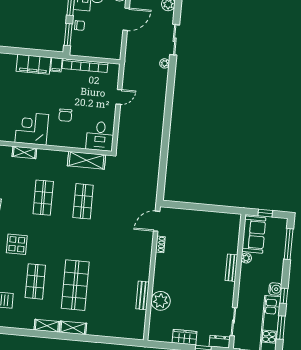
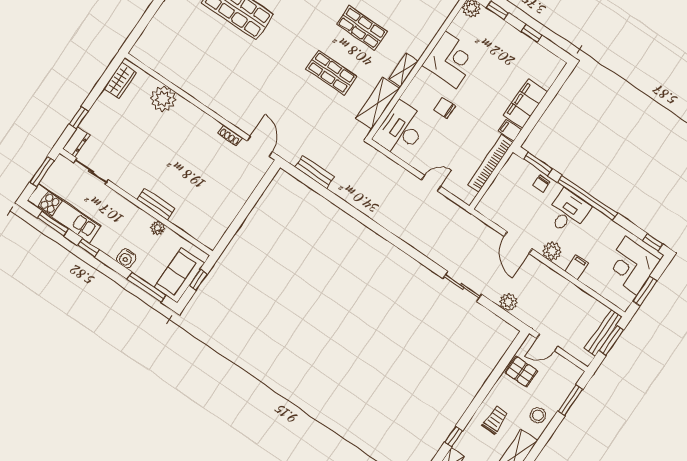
plant: (165, 63) -> (441, 259), removed
door: (119, 97) -> (431, 183), swing flipped
desk: (100, 136) -> (401, 130), width x1.37
shelving: (24, 152) -> (404, 70), moved
sofa: (254, 235) -> (179, 275), moved, turned 90
water cooler: (275, 289) -> (126, 258), moved
bench: (142, 295) -> (315, 172), moved
wardrobe: (184, 337) -> (120, 81), moved

